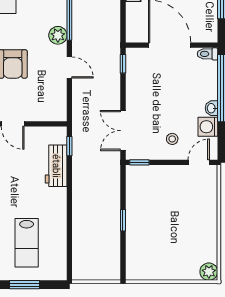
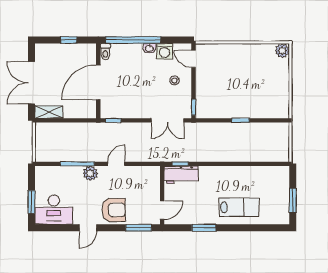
workbench: (56, 166) -> (181, 175), moved
lab bench: (27, 243) -> (239, 207), moved

